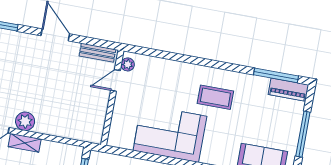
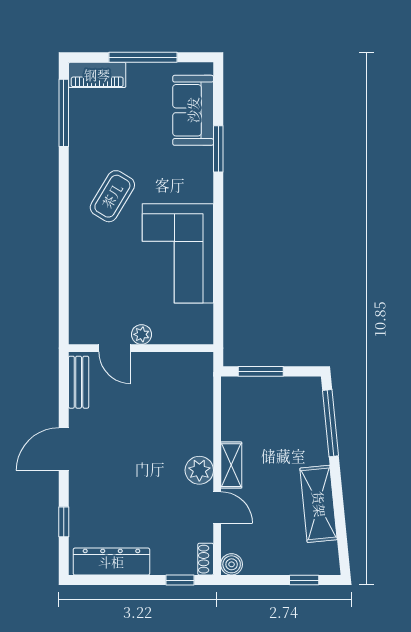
plant: (128, 64) -> (141, 334), moved
piano: (288, 90) -> (97, 75), moved, turned 90
coffee table: (215, 97) -> (112, 196), turned 31

